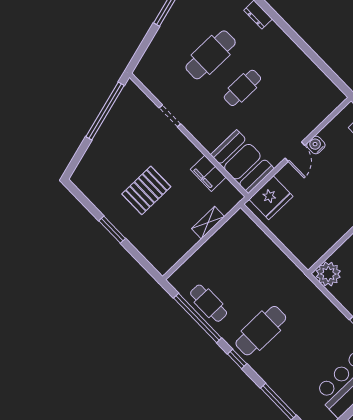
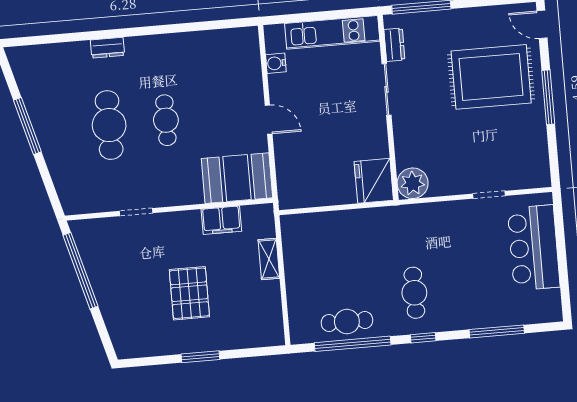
water cooler: (316, 145) -> (276, 63), moved
fridge: (271, 198) -> (374, 181), moved, turned 180
cafe table: (261, 331) -> (414, 293), width x0.73, depth x0.74

